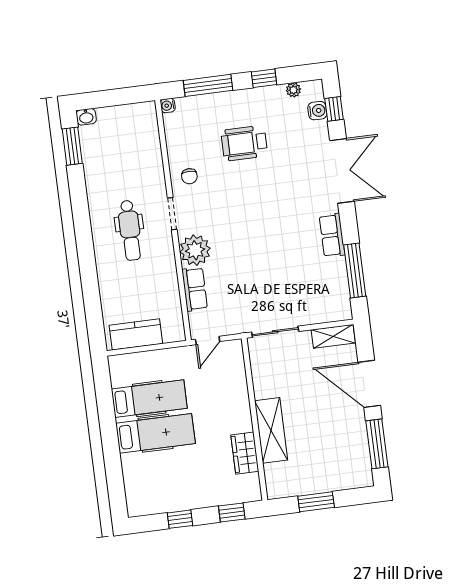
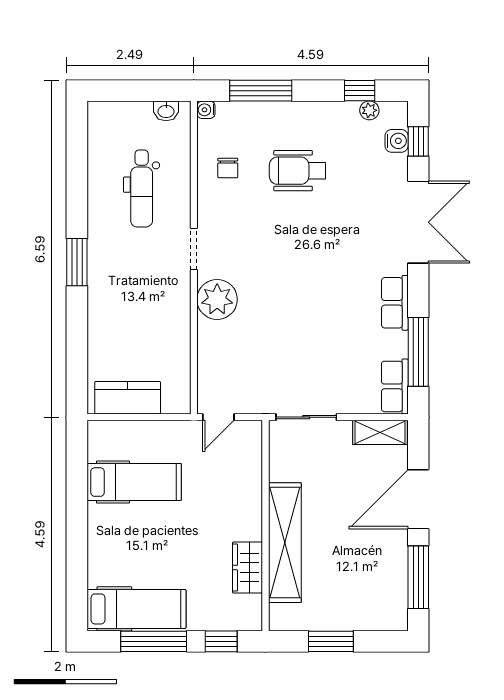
window: (264, 78) -> (360, 91), moved
washbasin: (86, 117) -> (166, 111), moved
window: (72, 146) -> (77, 262), moved
chair: (189, 176) -> (228, 168), moved
dental chair: (130, 230) -> (142, 189), moved
row of seats: (195, 289) -> (395, 386), moved, turned 180
door: (369, 384) -> (418, 499), hinge flipped
shelving: (271, 430) -> (285, 543), width x1.47
hospital bed: (156, 433) -> (136, 609), moved
window: (180, 519) -> (154, 641), width x2.17

